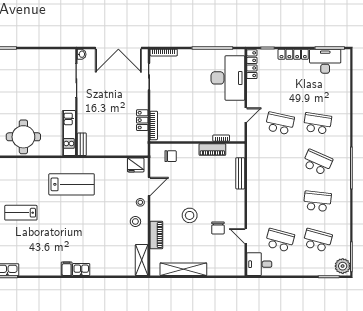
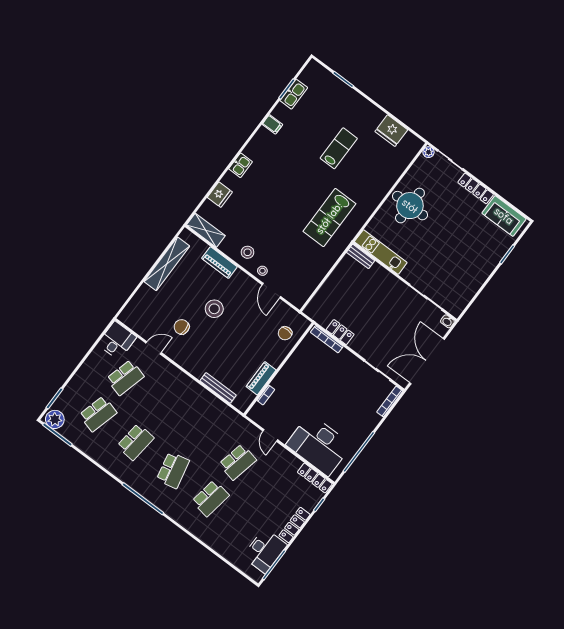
school desk: (317, 162) -> (173, 470), turned -36
fridge: (136, 165) -> (220, 195), moved, turned 180
filing cabinet: (67, 269) -> (272, 124), moved

